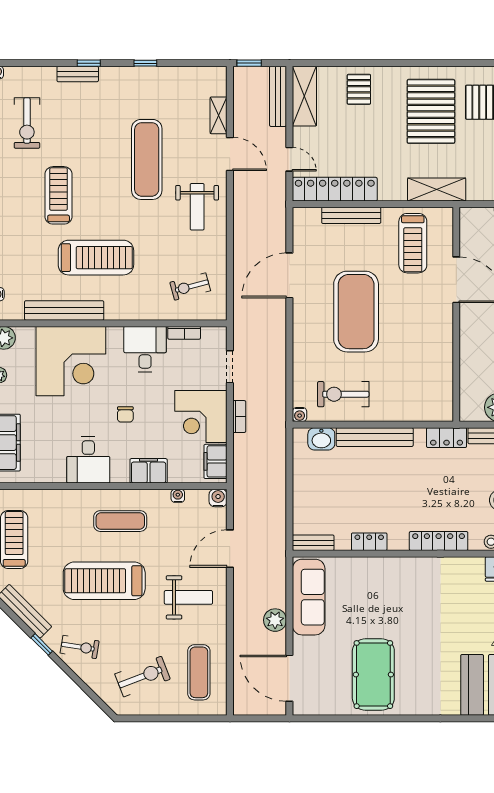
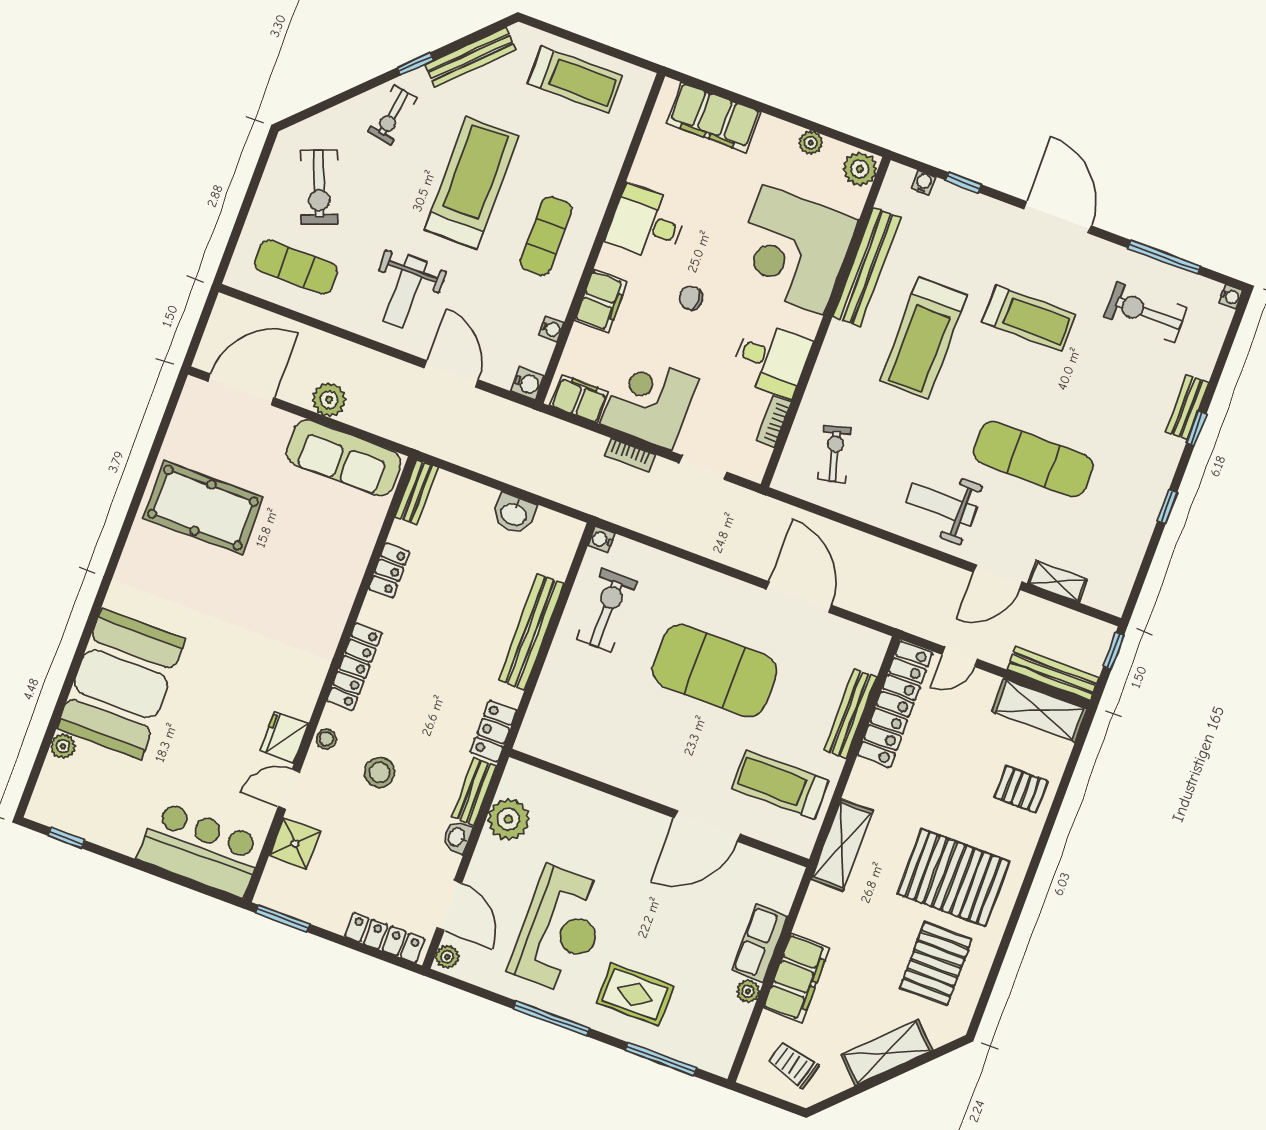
washbasin: (321, 439) -> (514, 514), moved, turned -90

